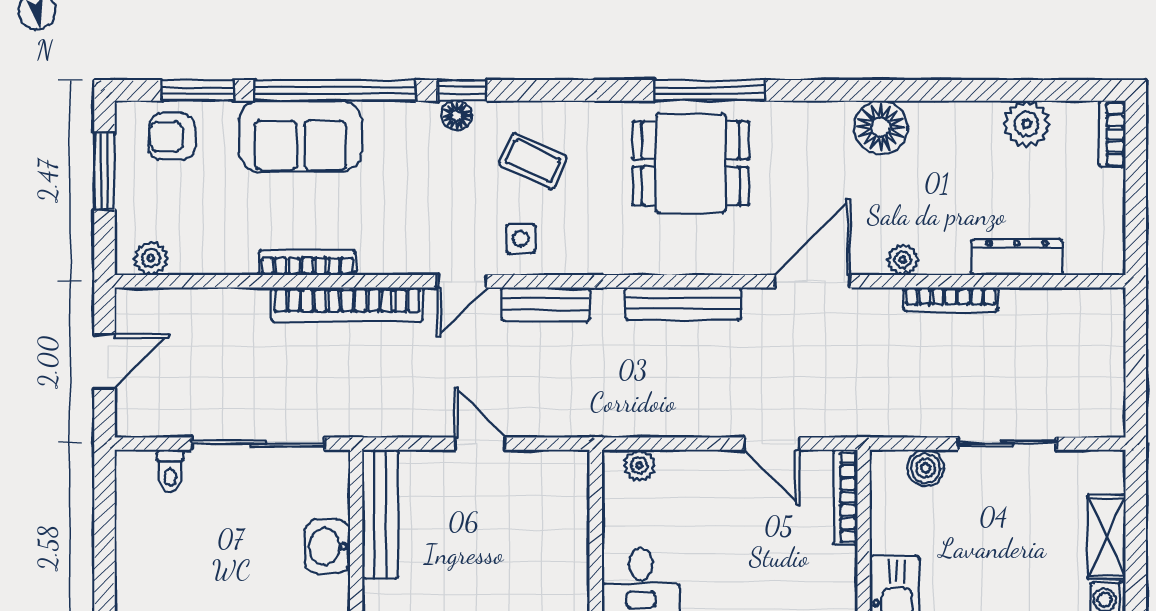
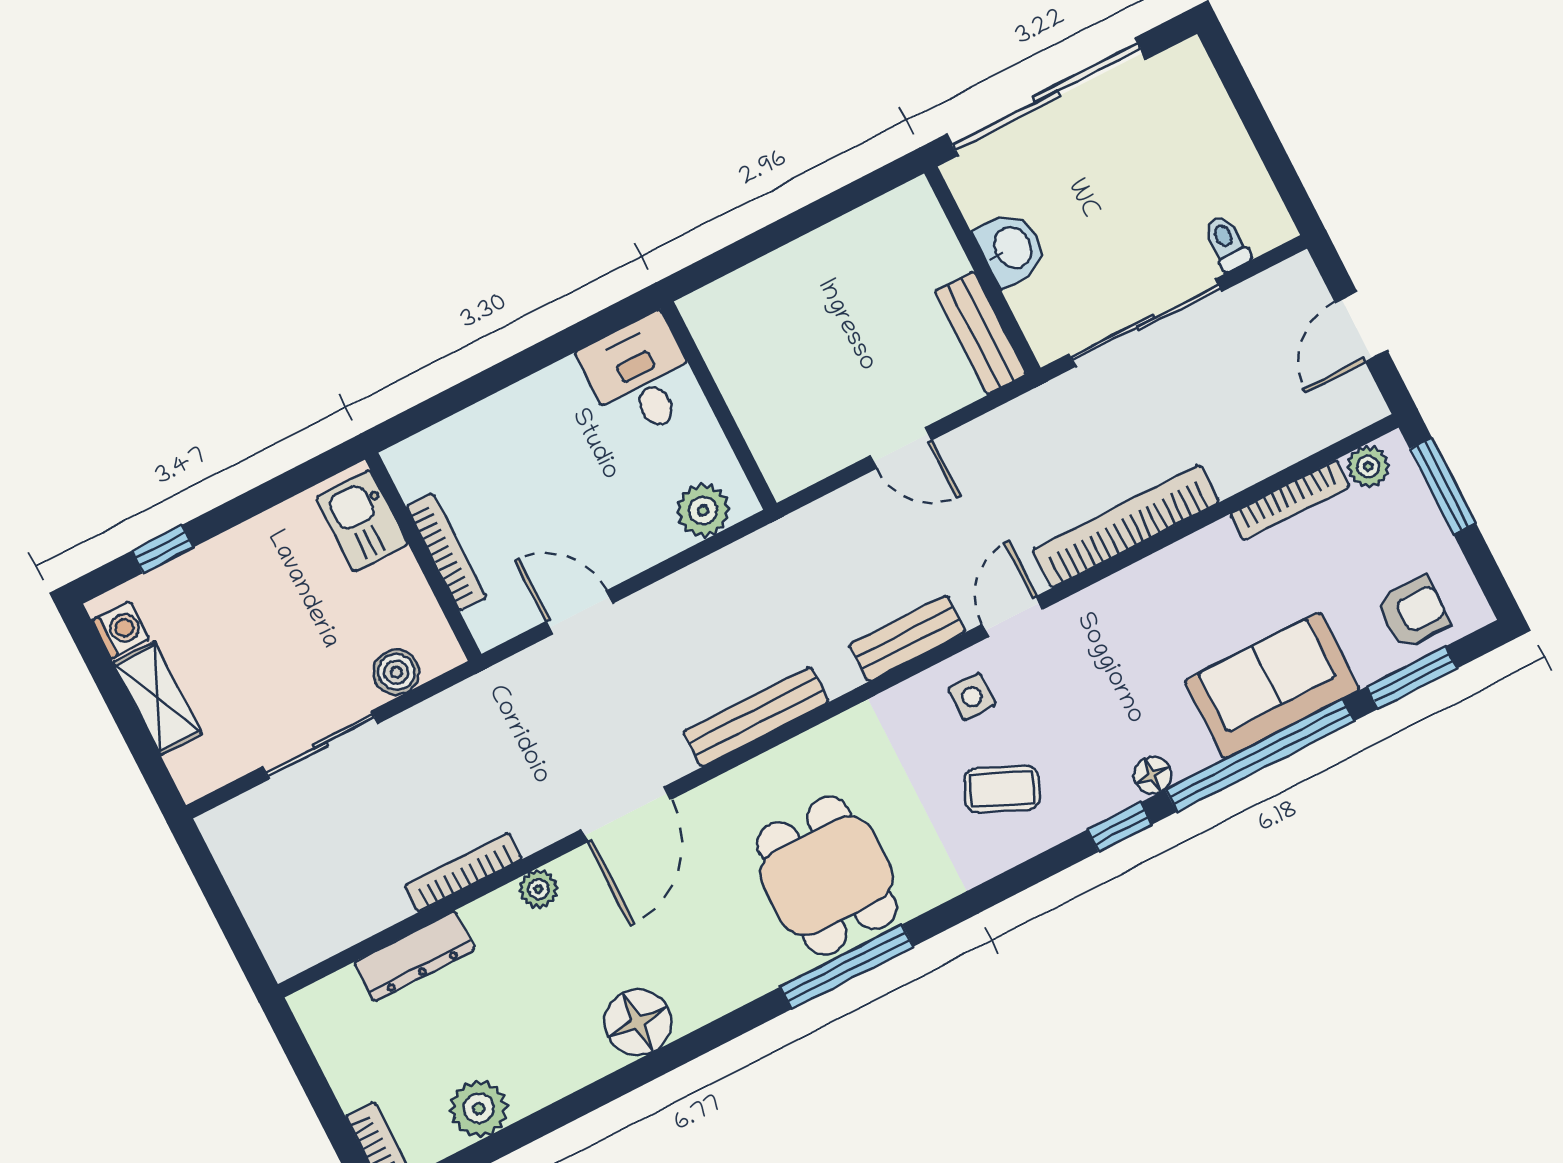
floor lamp: (456, 116) -> (1153, 775), moved
dining table: (691, 163) -> (827, 876), turned 90
window: (104, 171) -> (1443, 486), moved
bookcase: (307, 263) -> (1290, 500), moved
plant: (639, 465) -> (703, 510), width x1.38, depth x1.38
bookcase: (845, 497) -> (446, 552), moved
bench: (380, 514) -> (981, 333), width x0.73

